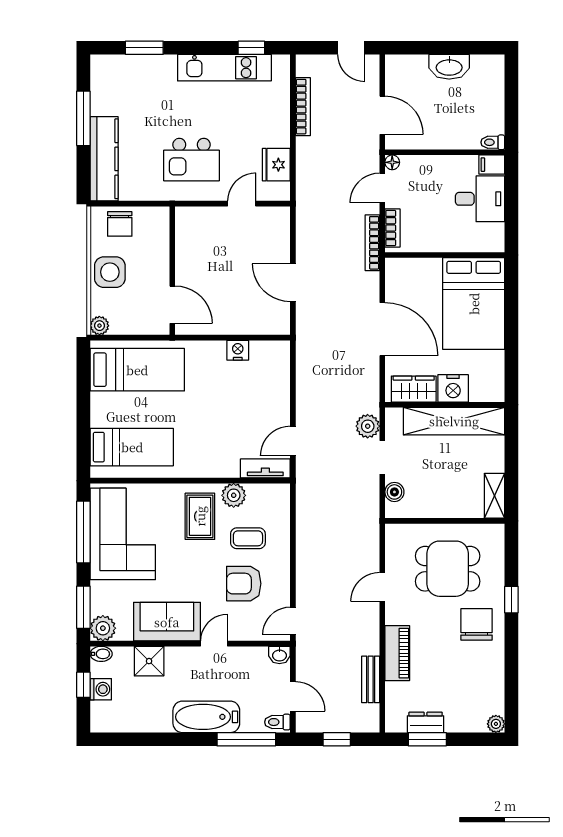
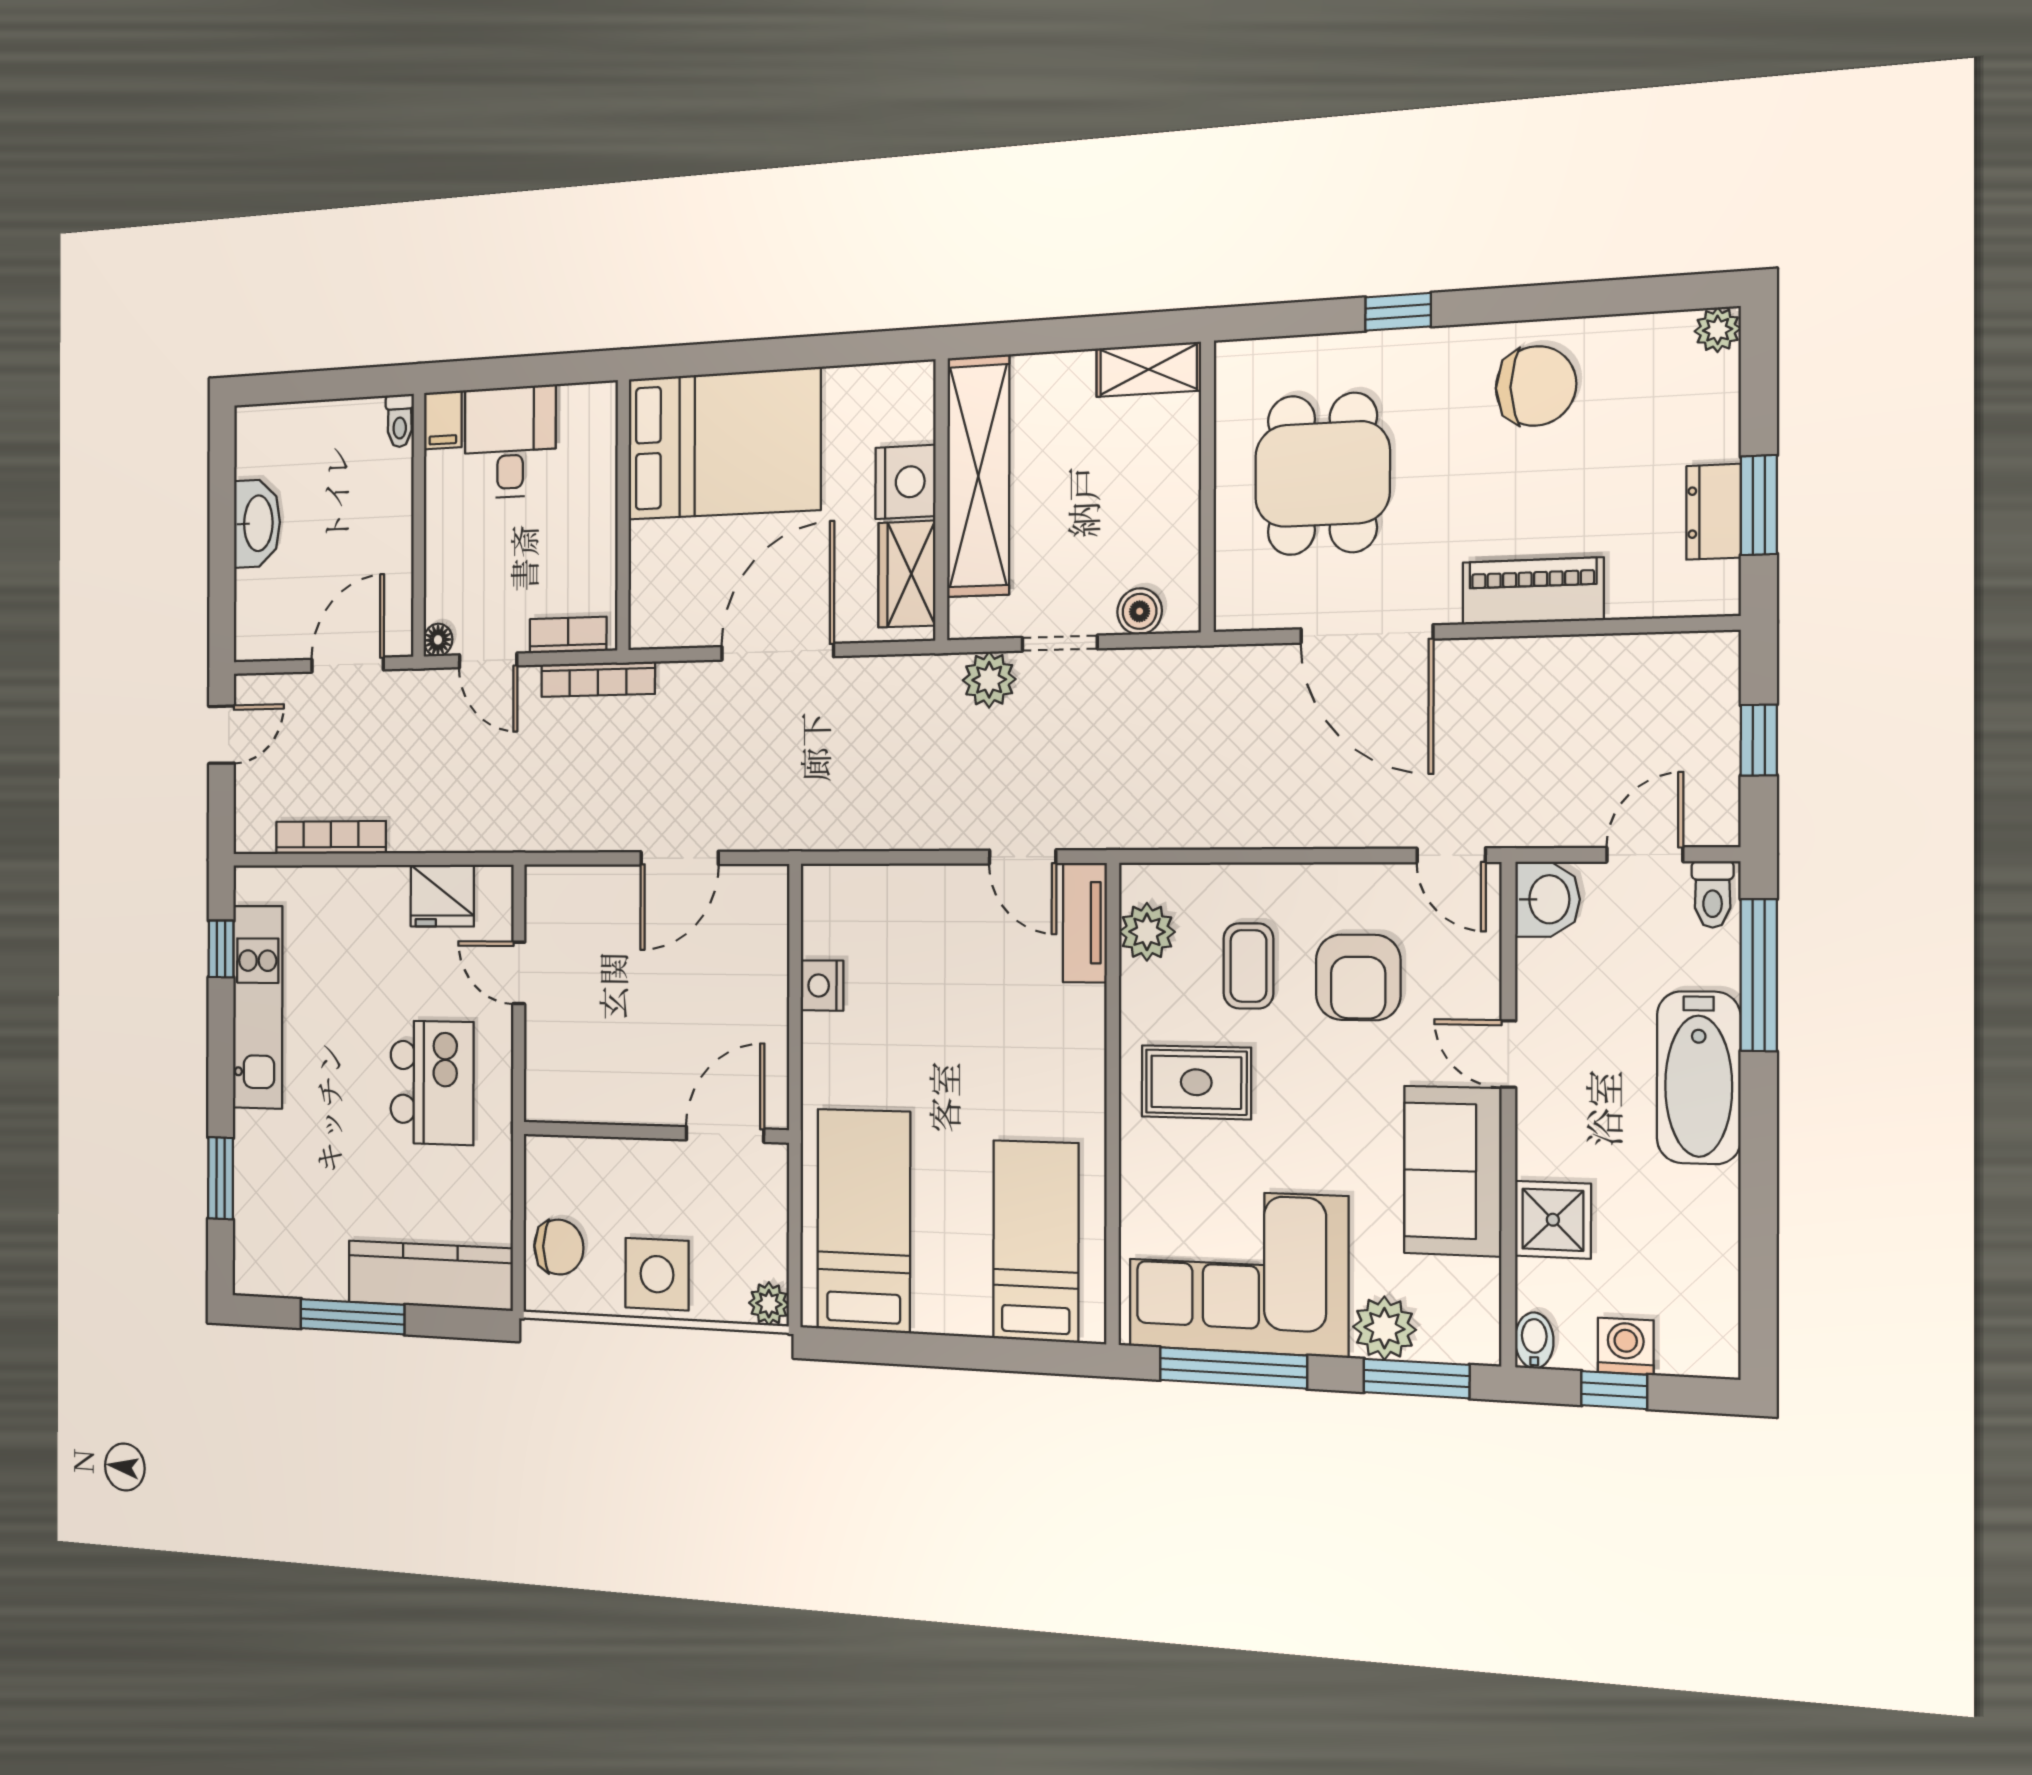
plant: (234, 495) -> (1147, 932), moved
door: (382, 587) -> (1367, 634), width x1.87
chair: (476, 624) -> (1536, 386), moved, turned 180
plant: (103, 628) -> (1384, 1328), moved
washbasin: (279, 655) -> (1547, 899), width x1.38, depth x1.45
bench: (371, 679) -> (1600, 657), removed

